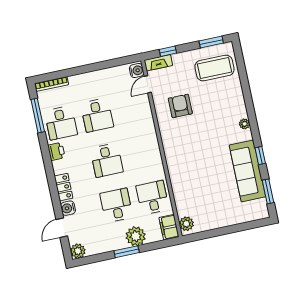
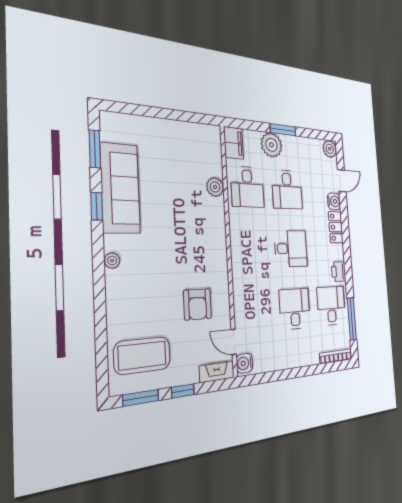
window: (168, 51) -> (183, 391), moved
door: (148, 84) -> (234, 342), swing flipped
desk: (107, 160) -> (291, 249), turned 90
plant: (186, 224) -> (215, 187), moved

